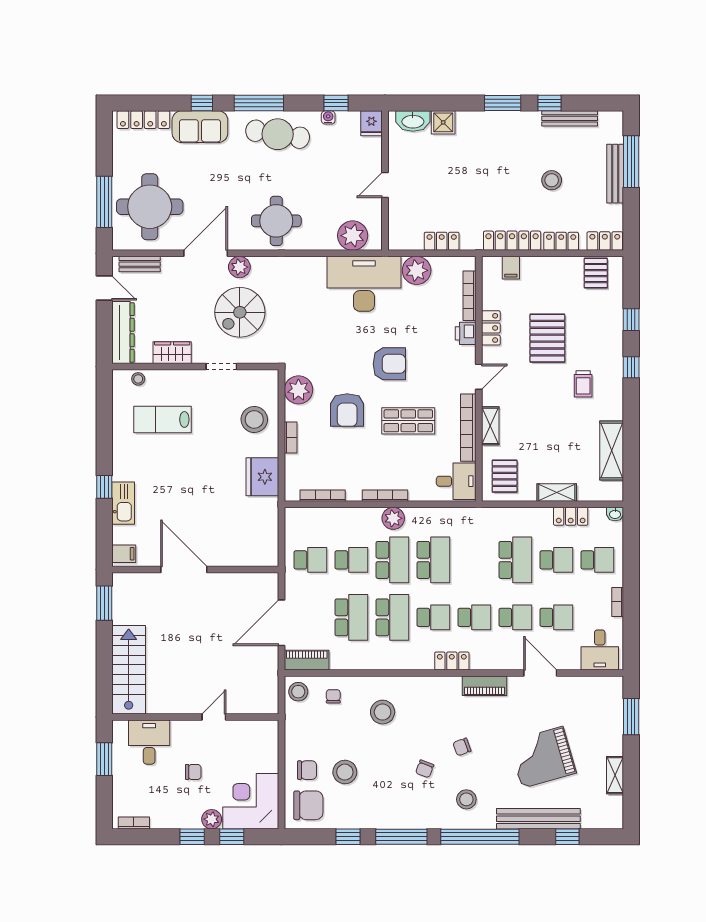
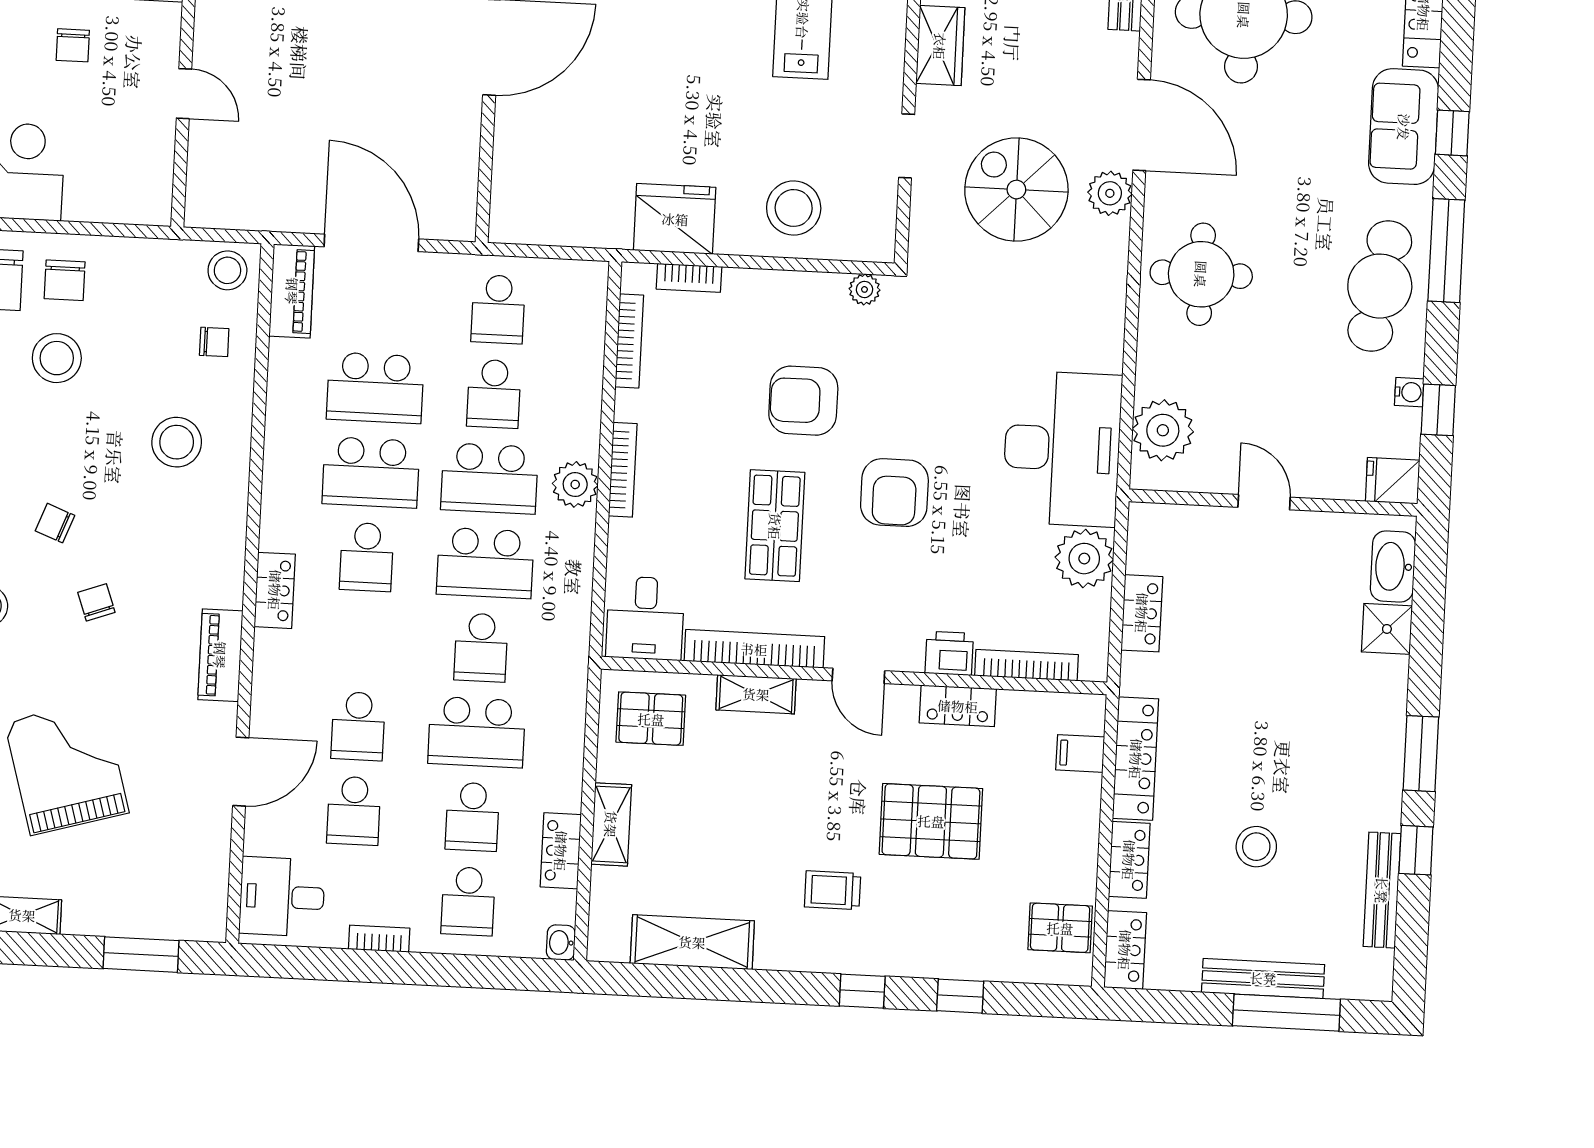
plant: (298, 390) -> (864, 289), width x0.53, depth x0.53
bookcase: (291, 438) -> (689, 278), moved
school desk: (474, 617) -> (481, 648), moved

